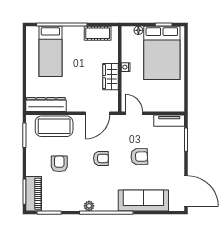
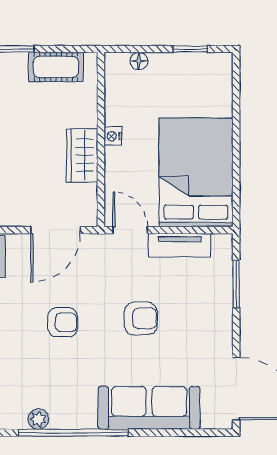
bed: (162, 53) -> (196, 172), moved, turned 180
tv unit: (169, 121) -> (180, 245), moved

